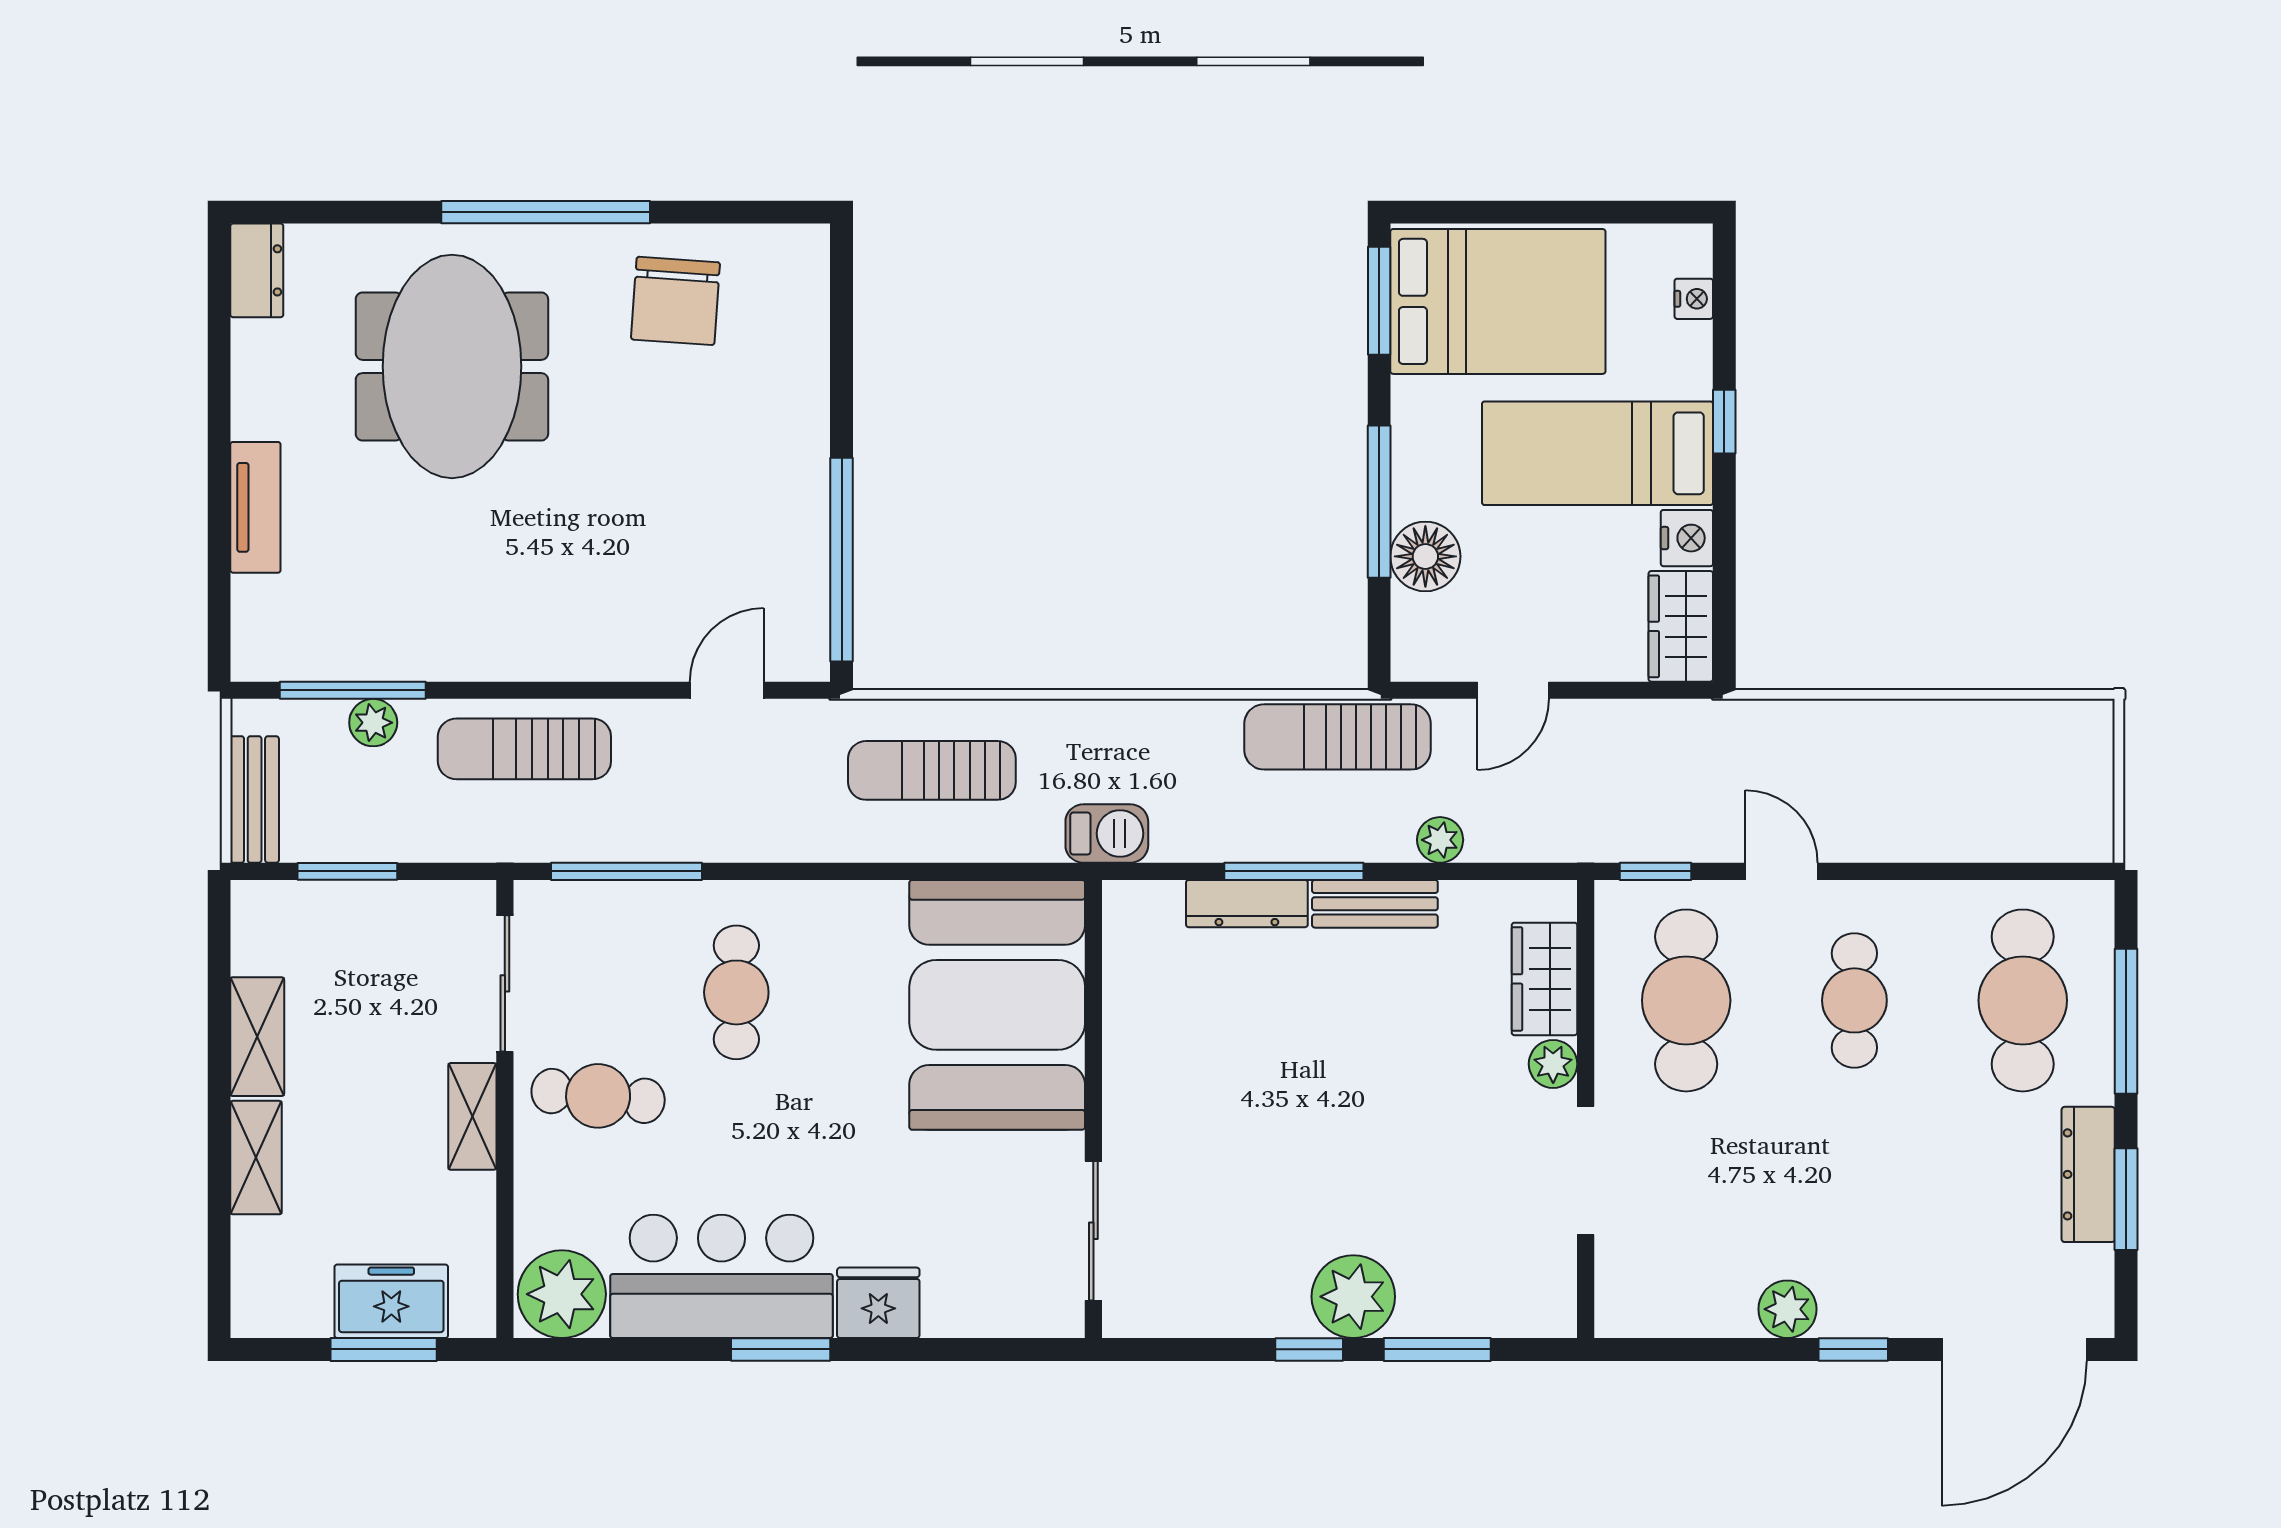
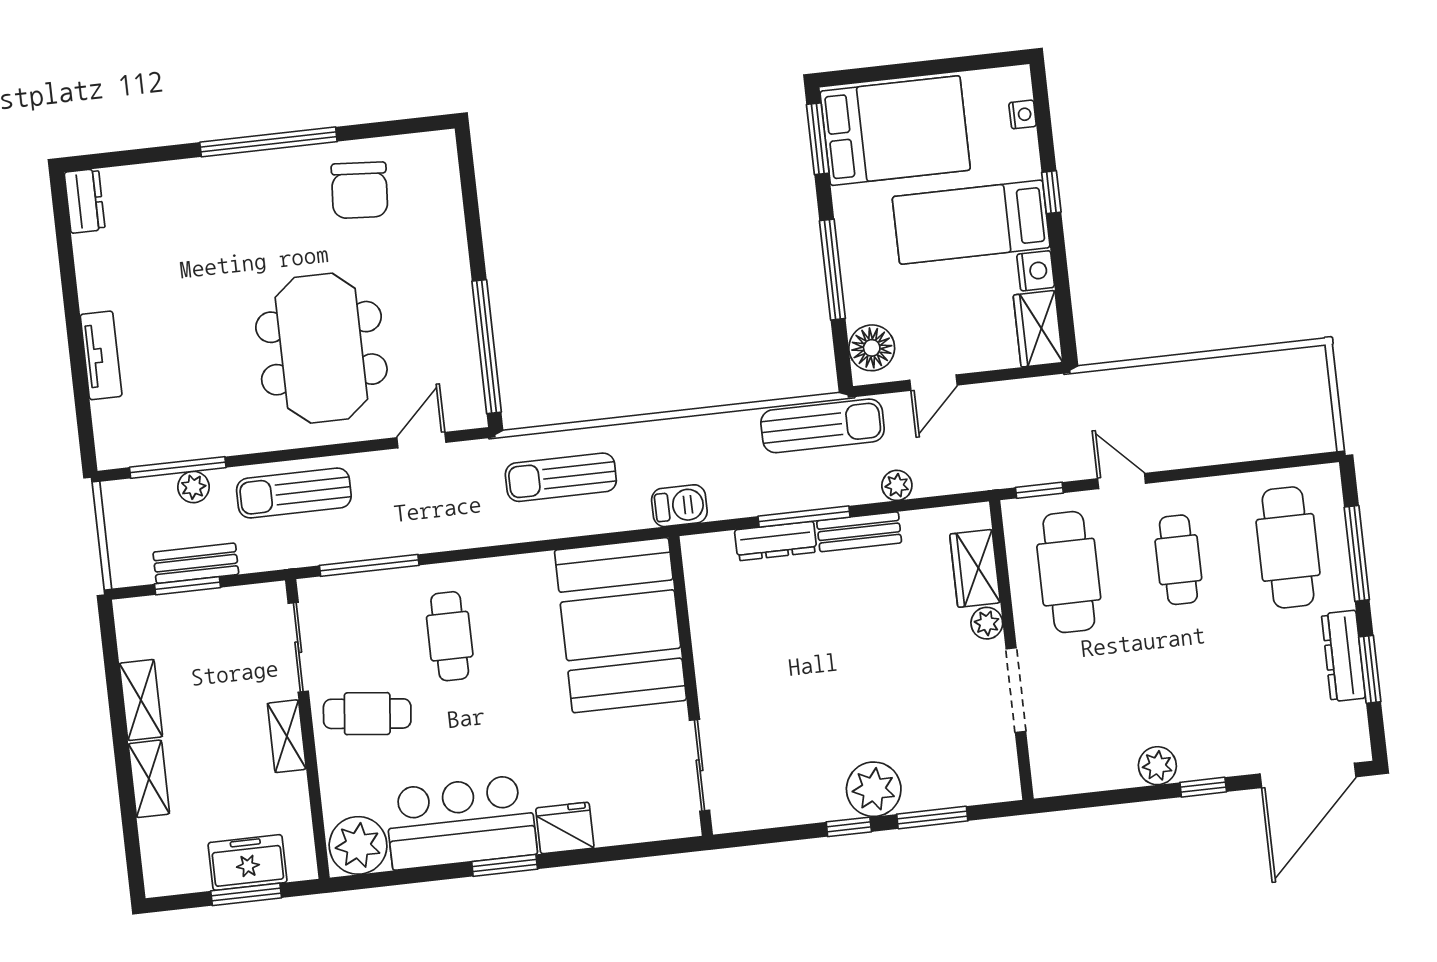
meeting table: (452, 366) -> (321, 348), moved
floor lamp: (1425, 556) -> (872, 348), moved
sun lounger: (1338, 737) -> (823, 426), turned 180
bench: (255, 799) -> (196, 563), moved, turned 90

